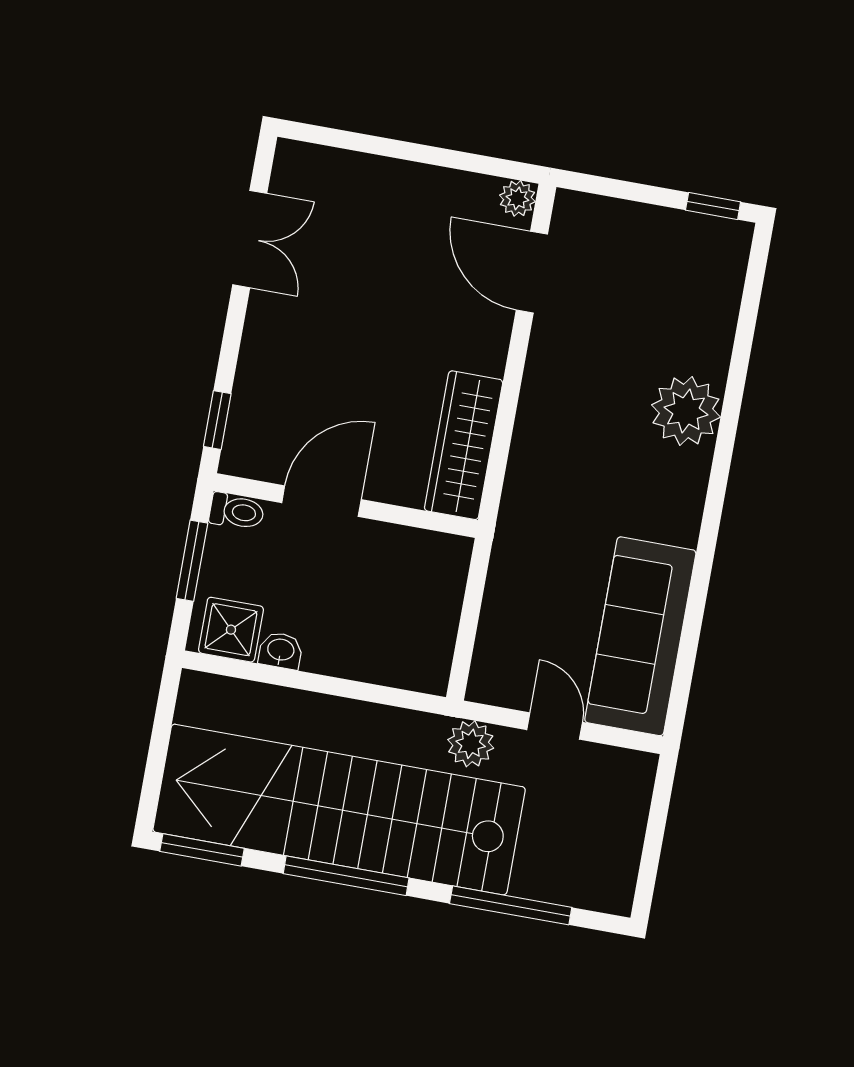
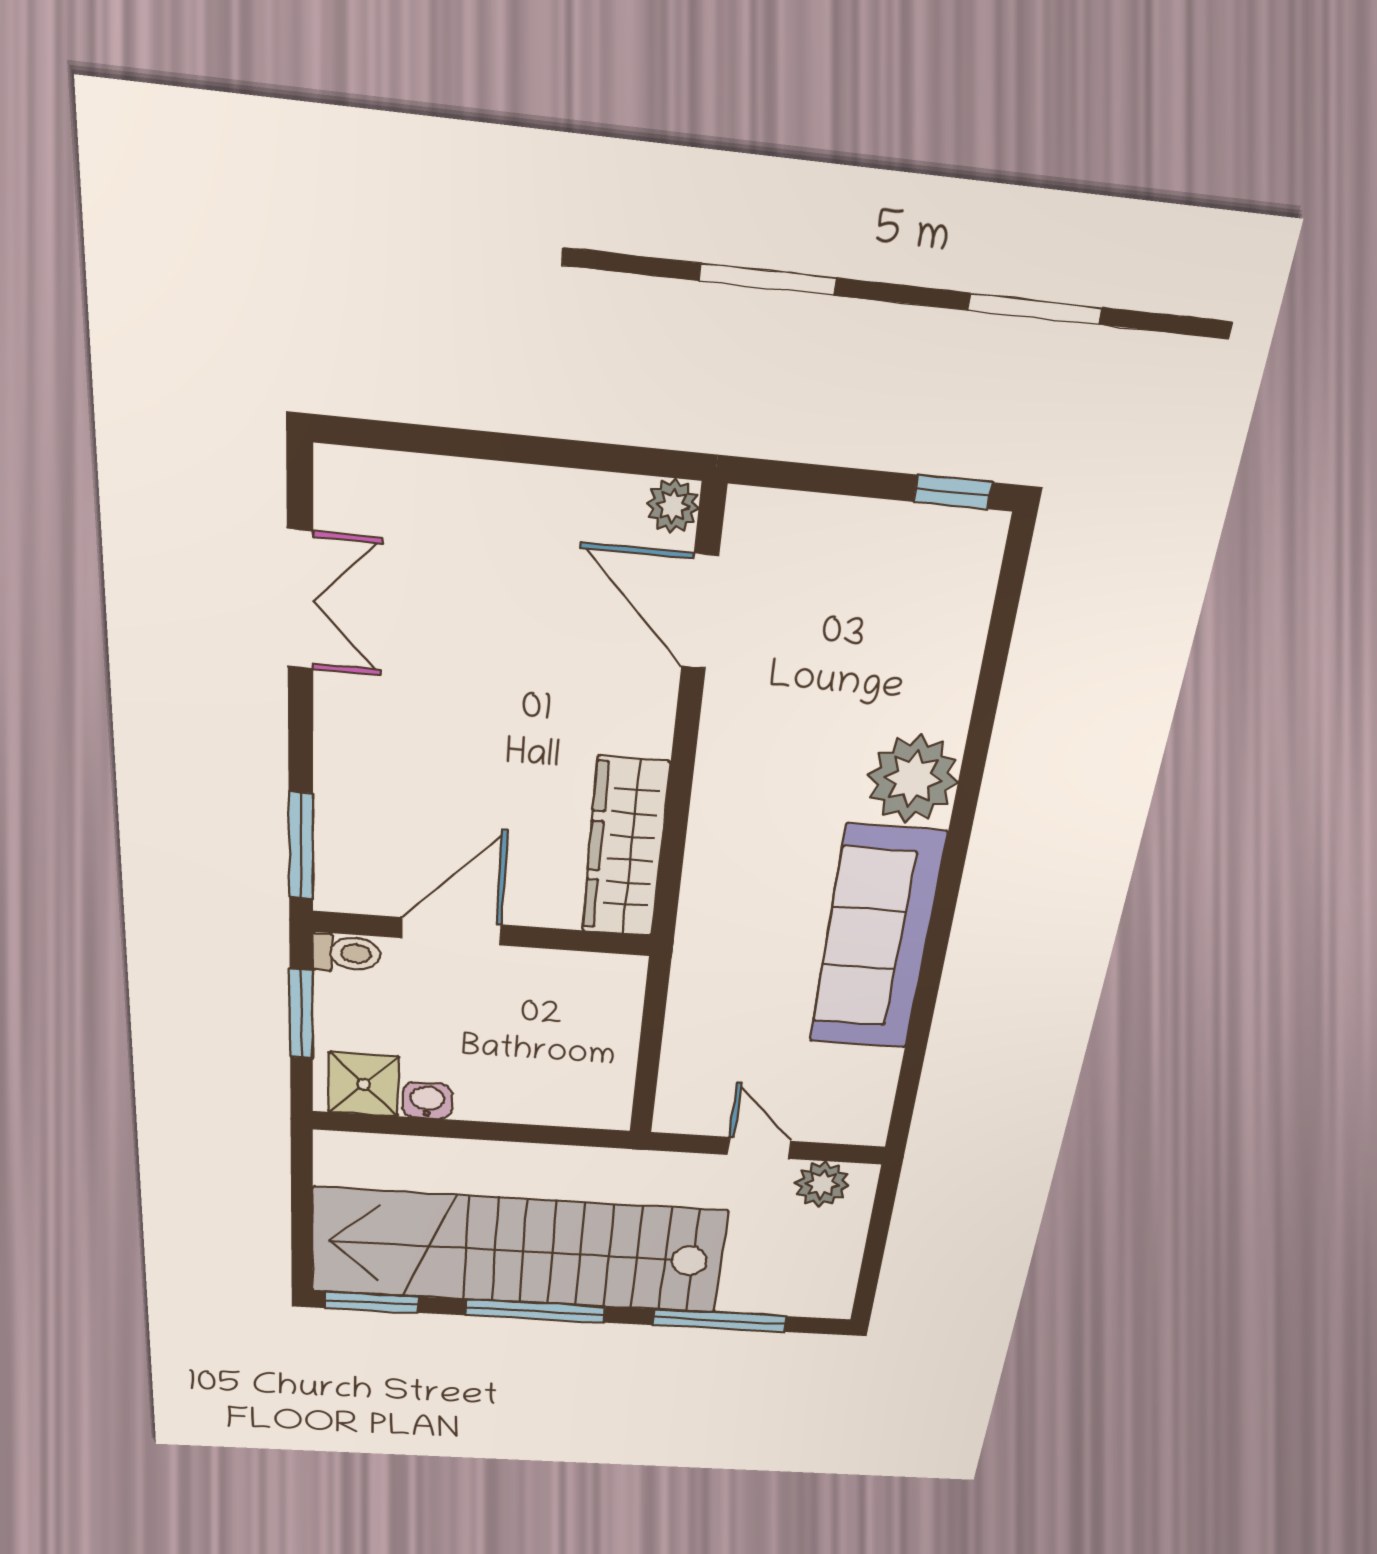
window: (217, 420) -> (301, 846), width x1.50
sofa: (640, 636) -> (877, 939), moved
plant: (471, 744) -> (822, 1184), moved

